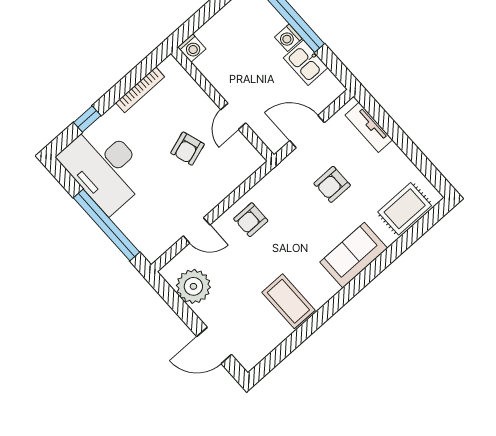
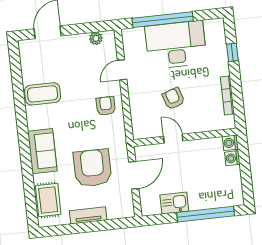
washing machine: (288, 38) -> (232, 158), moved, turned -90
tv unit: (369, 127) -> (88, 215), moved
desk: (104, 167) -> (176, 45), moved
armchair: (332, 184) -> (92, 168), width x1.88, depth x1.88
plant: (193, 286) -> (96, 38), width x0.53, depth x0.53

